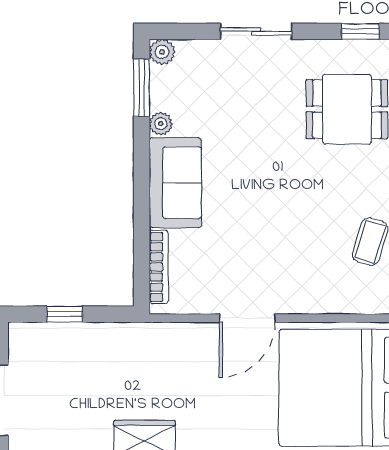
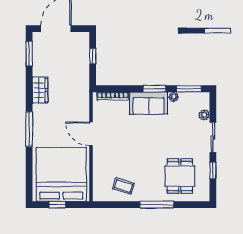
window: (361, 31) -> (213, 170), moved
plant: (162, 52) -> (204, 115), moved
window: (142, 169) -> (154, 89), added

